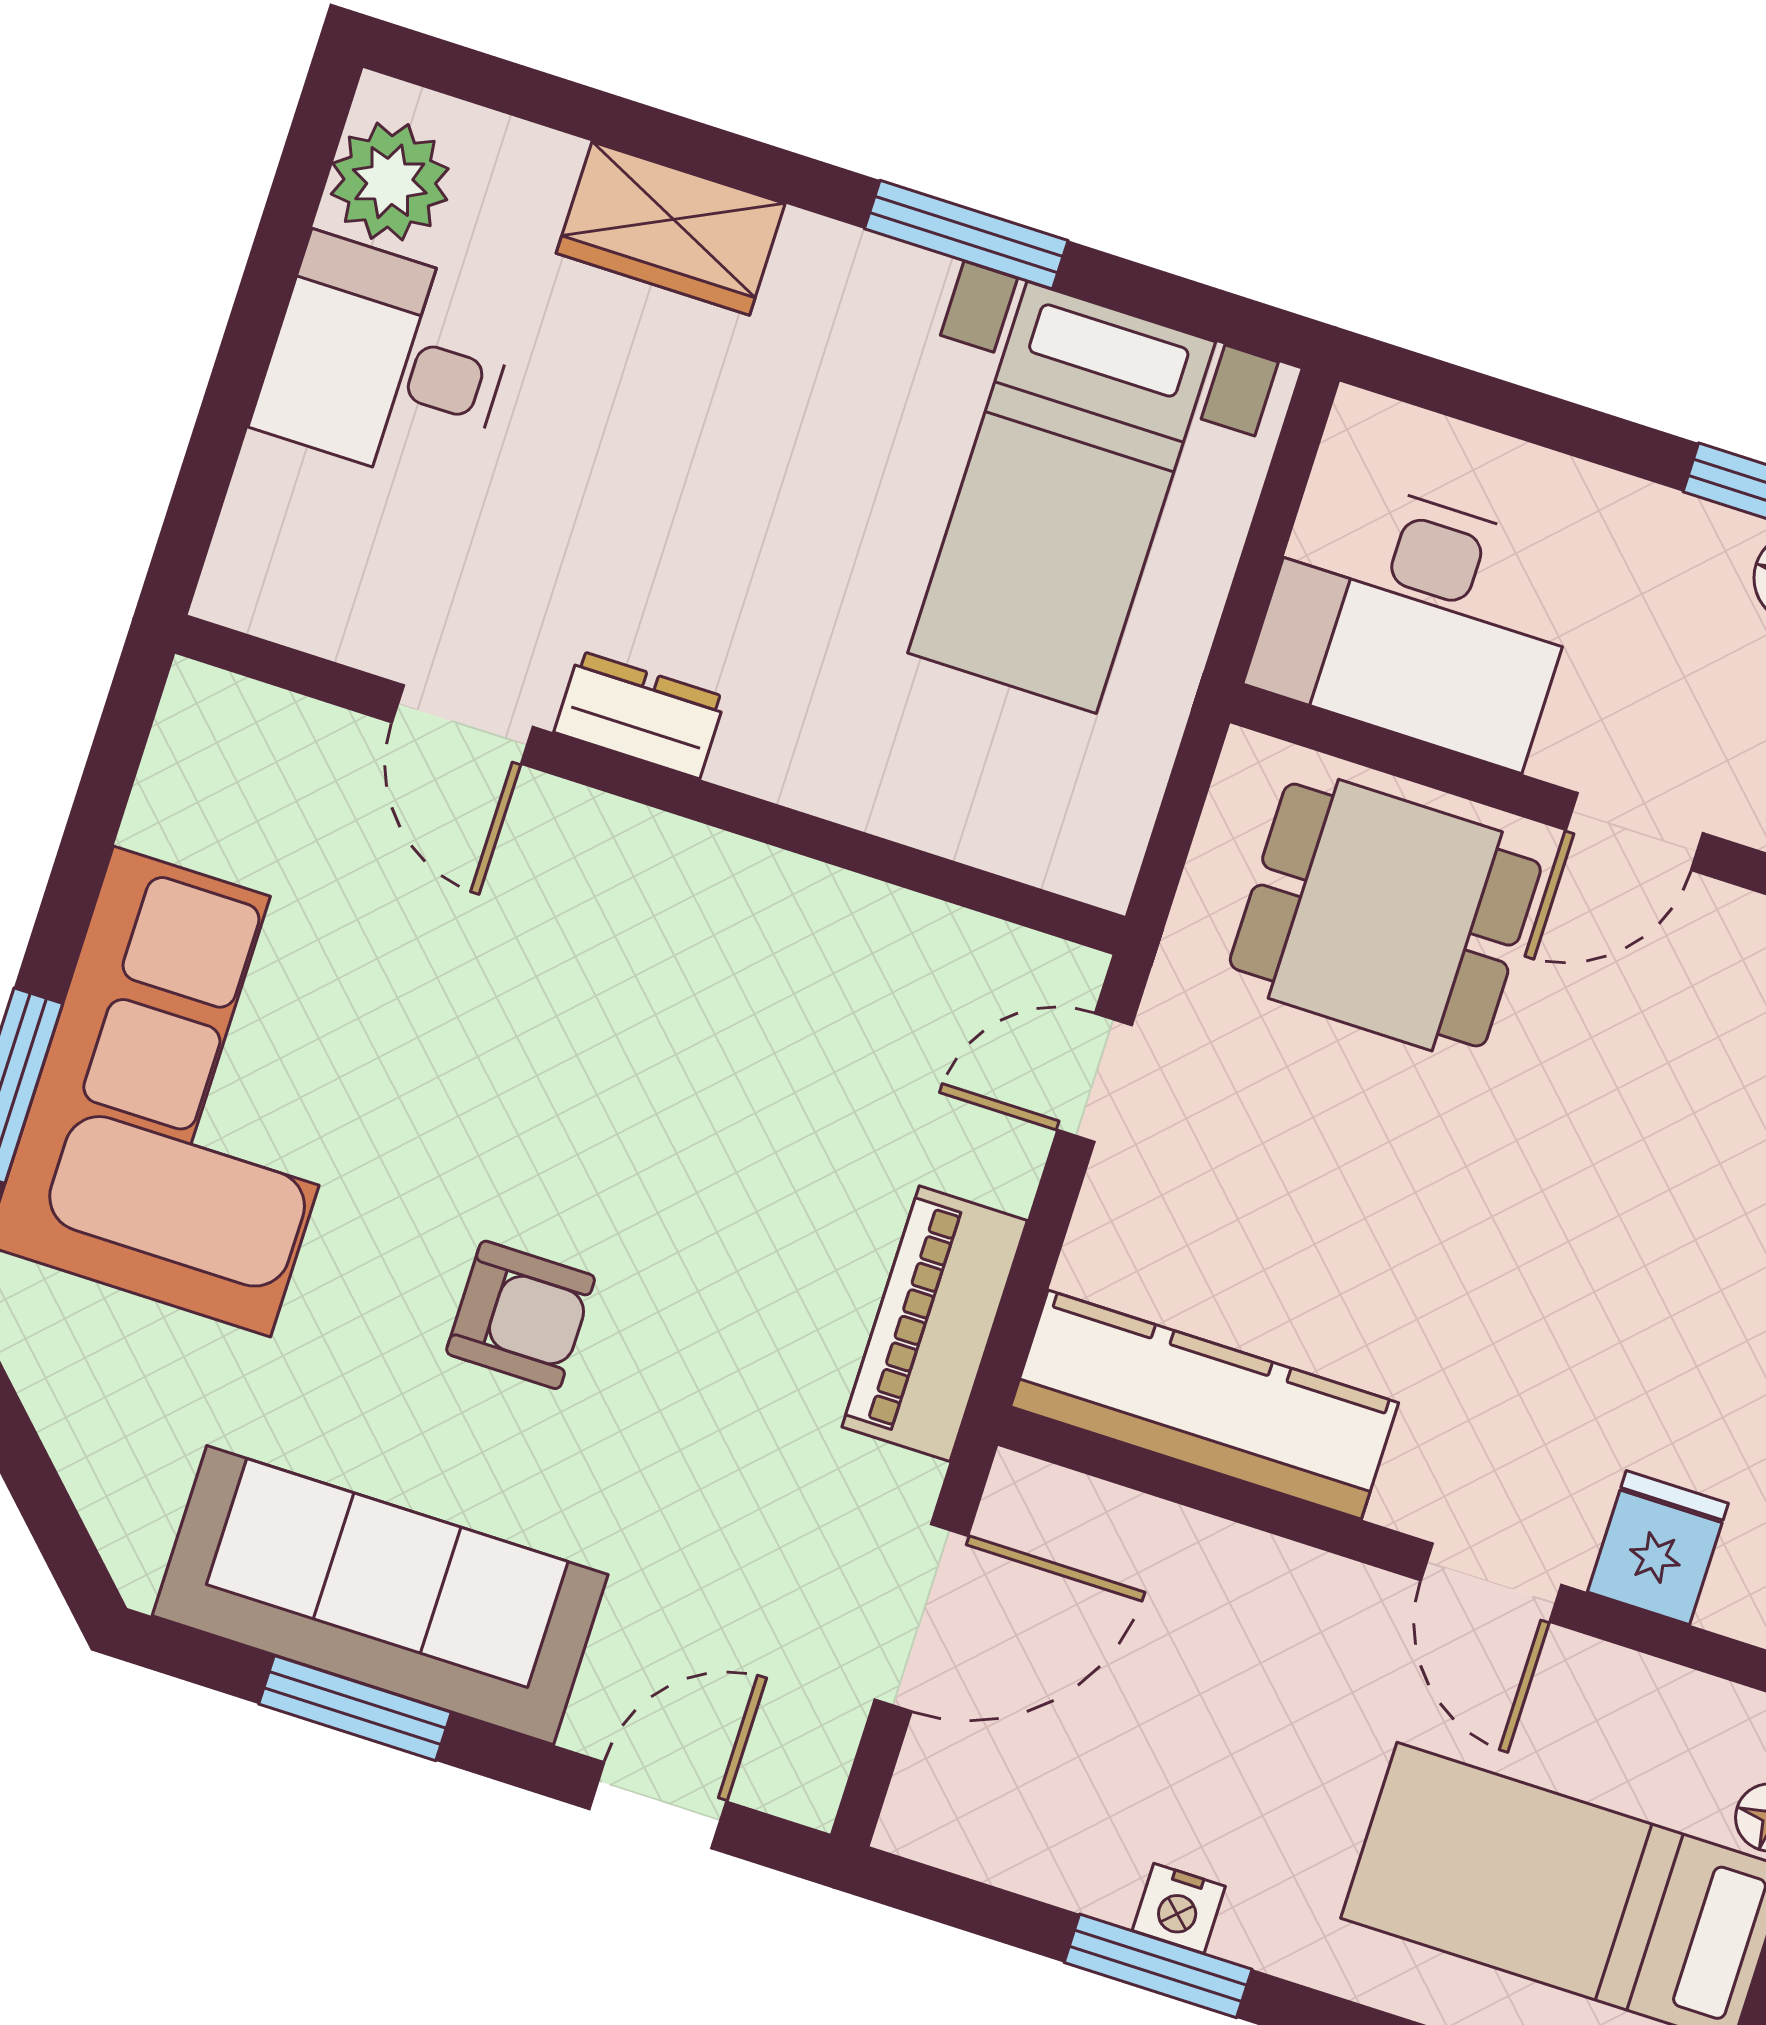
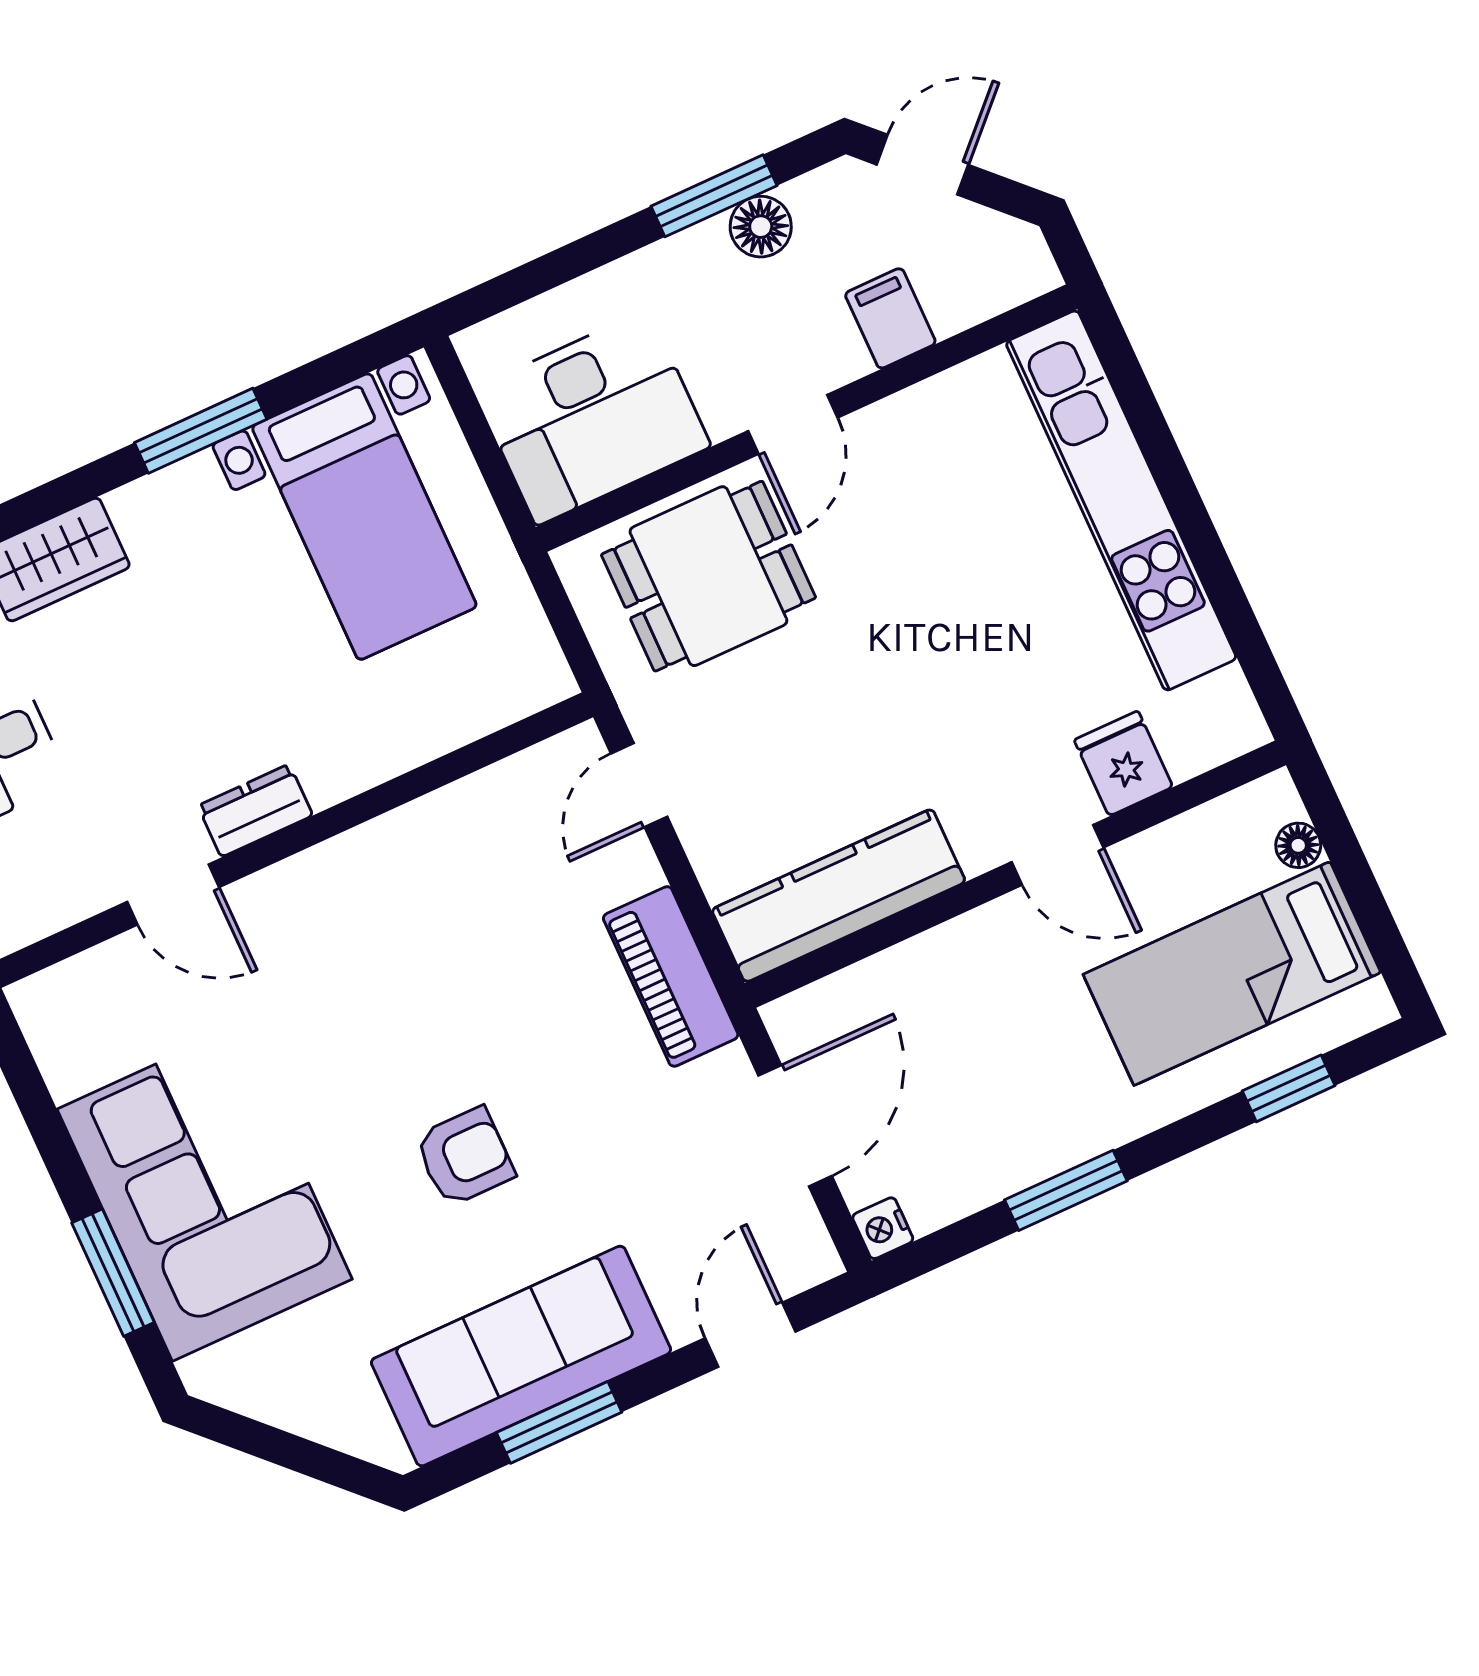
nightstand: (1179, 1908) -> (883, 1228), moved, turned 90

